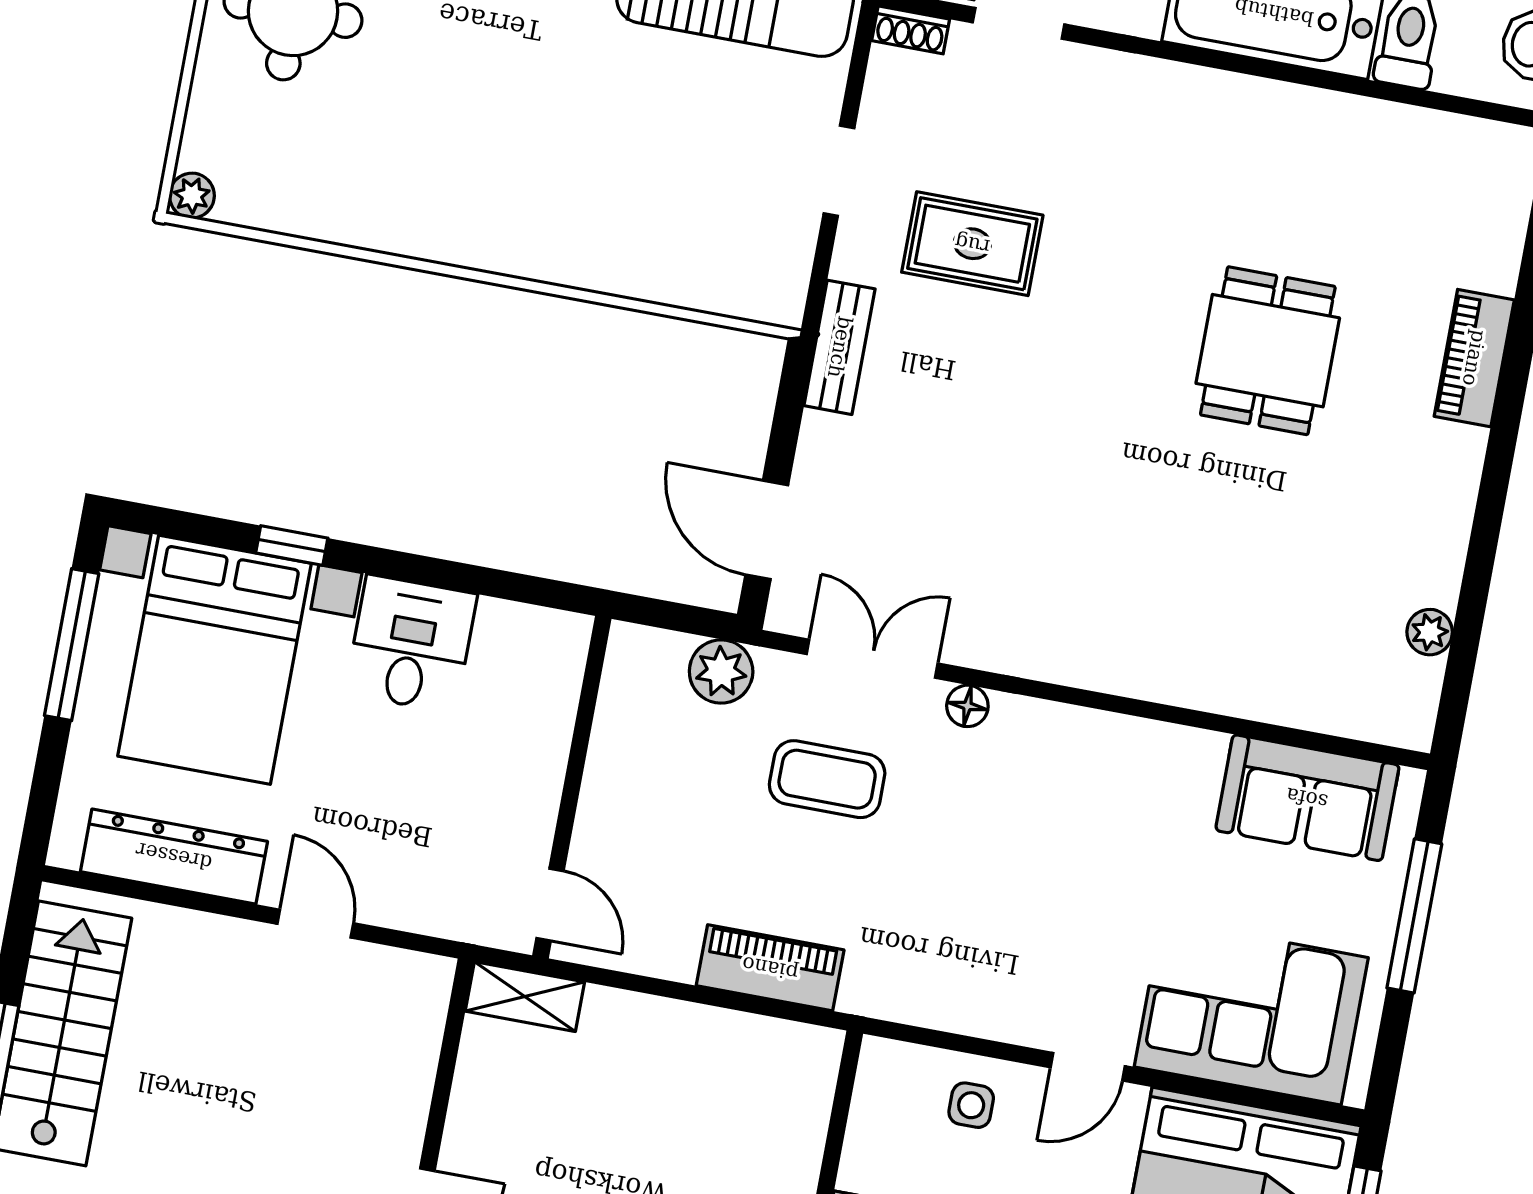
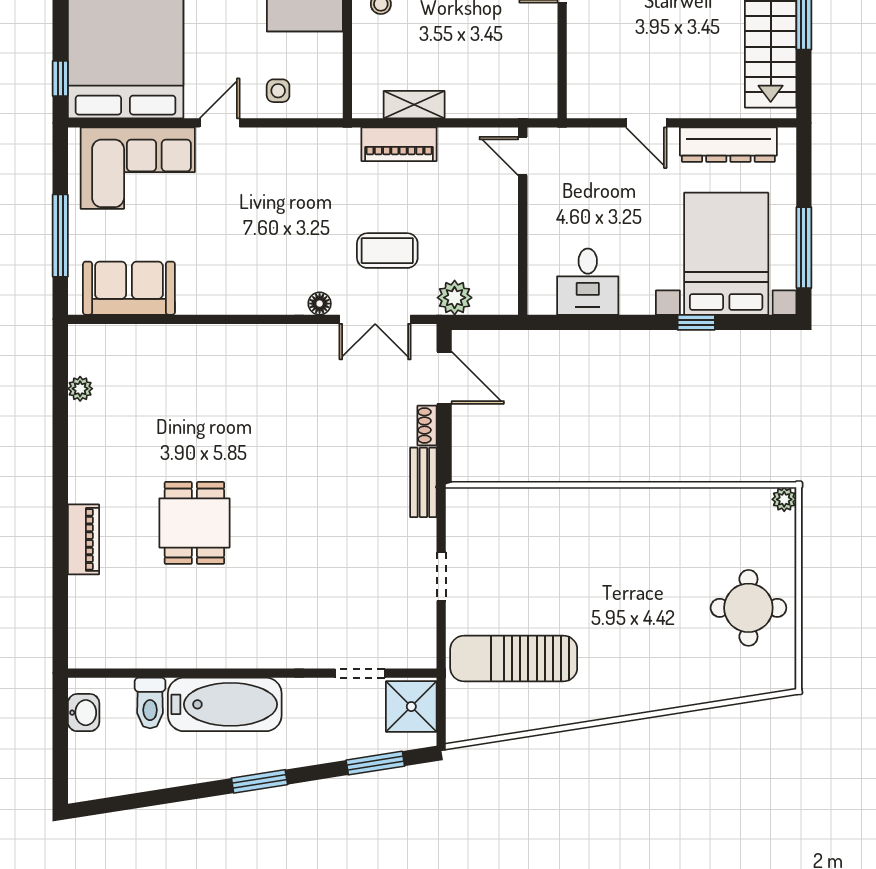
shoe rack: (911, 30) -> (427, 425), moved, turned -90
rug: (972, 244) -> (363, 551), removed
desk: (411, 644) -> (588, 282), moved
shelving: (525, 997) -> (414, 105), moved

